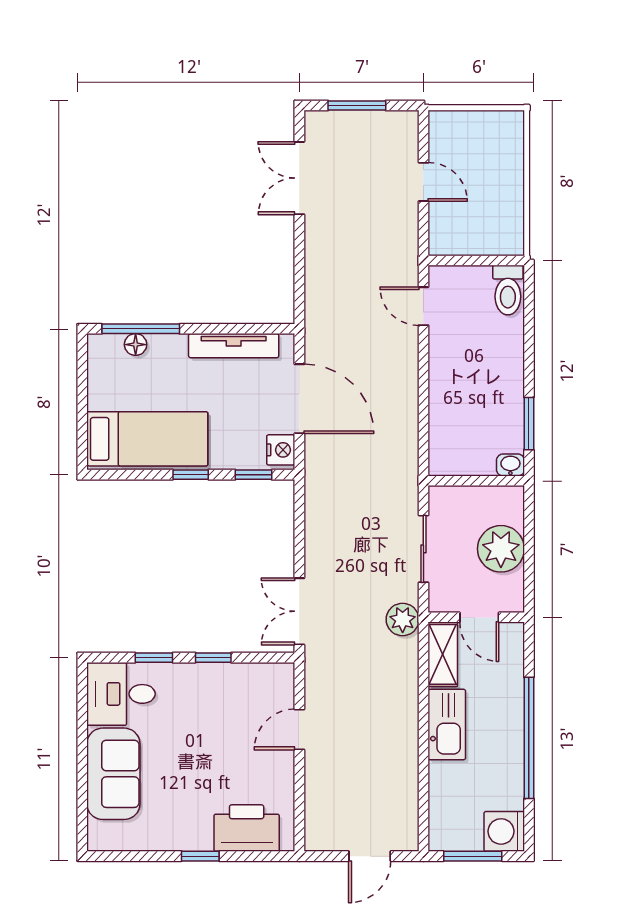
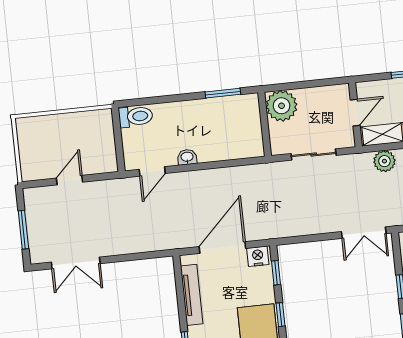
washbasin: (510, 465) -> (187, 157), moved, turned 90
plant: (501, 549) -> (282, 106), moved
plant: (403, 619) -> (384, 161), moved

